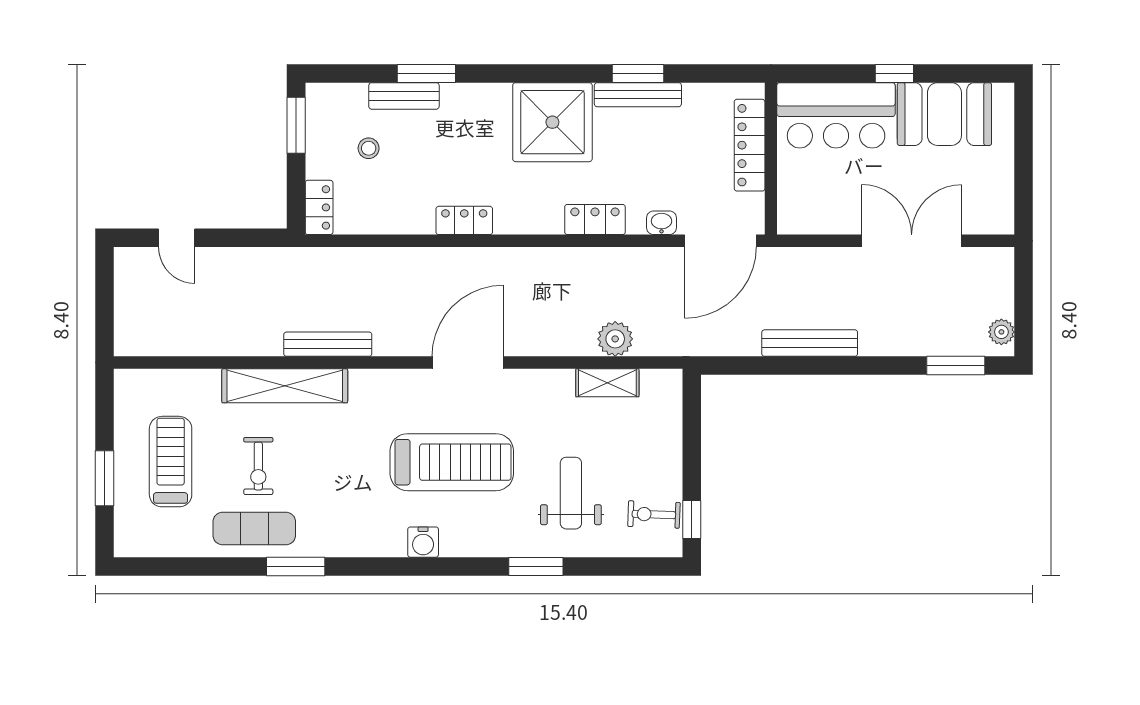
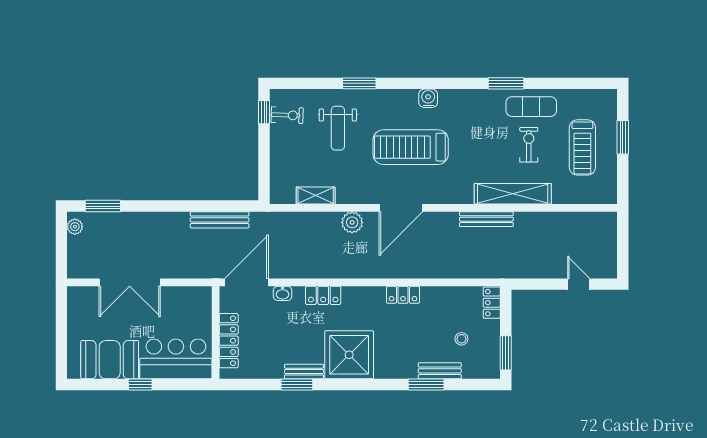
bench: (638, 95) -> (304, 372), width x0.73
plant: (615, 339) -> (352, 222), moved
bench: (810, 343) -> (220, 220), moved

